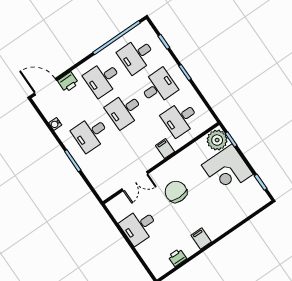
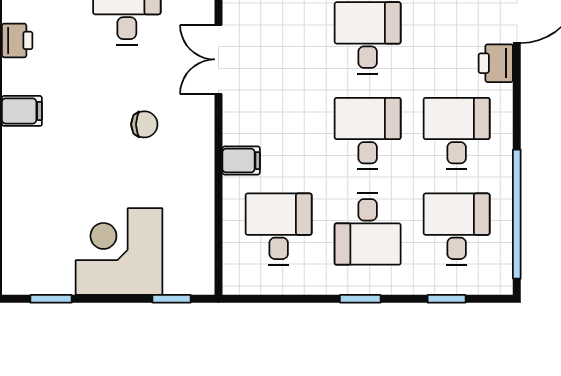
plant: (217, 140) -> (189, 271), removed
chair: (176, 192) -> (144, 124), width x0.54, depth x0.54

